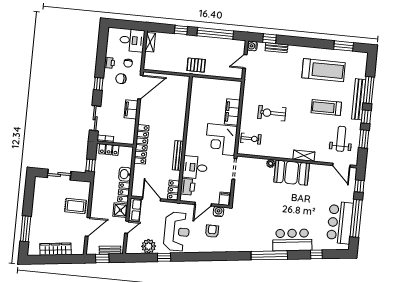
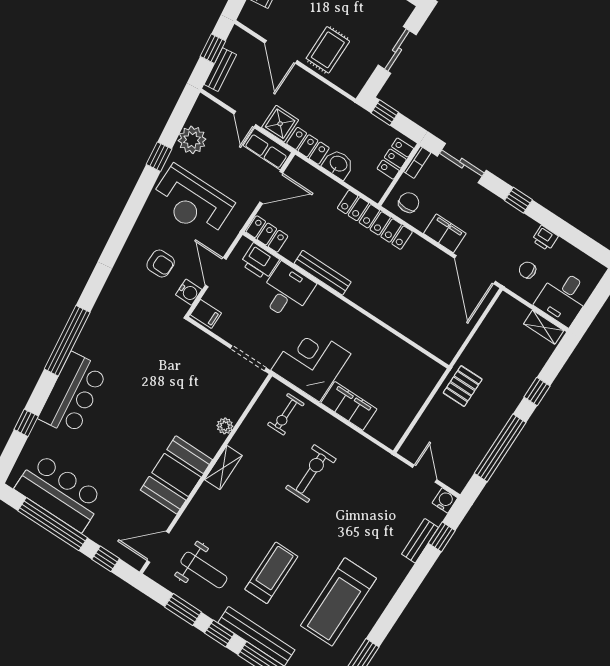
chair: (121, 79) -> (409, 203), moved
shelving: (304, 156) -> (223, 468), moved
booth: (292, 173) -> (176, 475), moved

